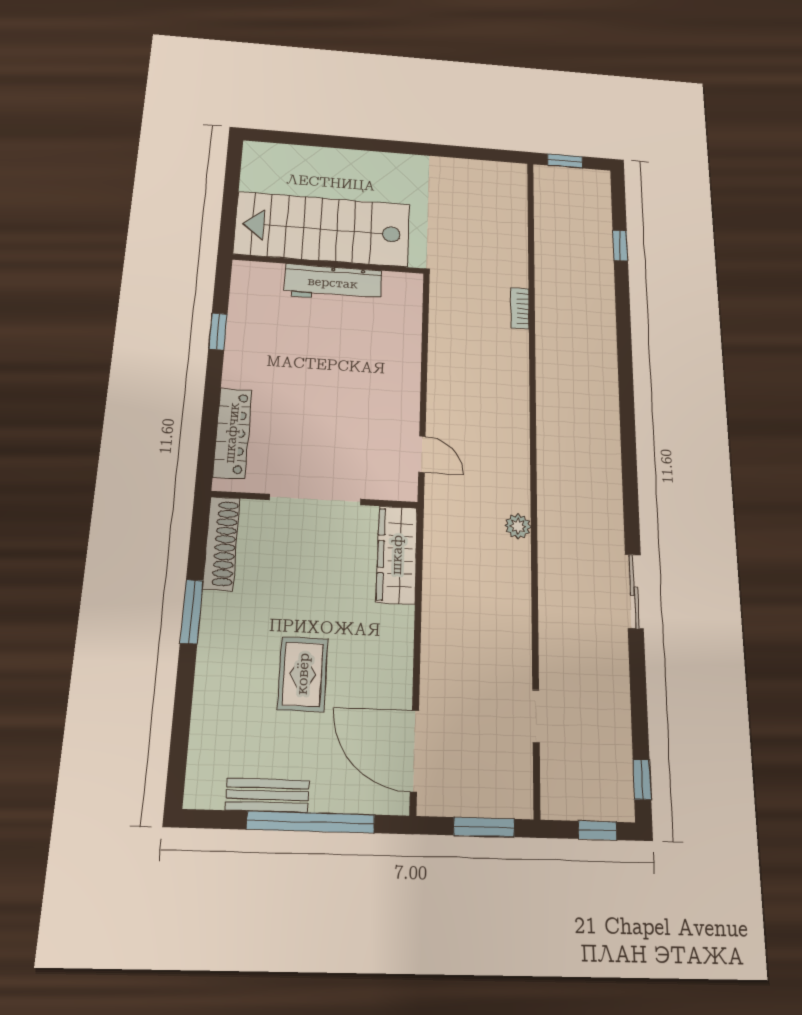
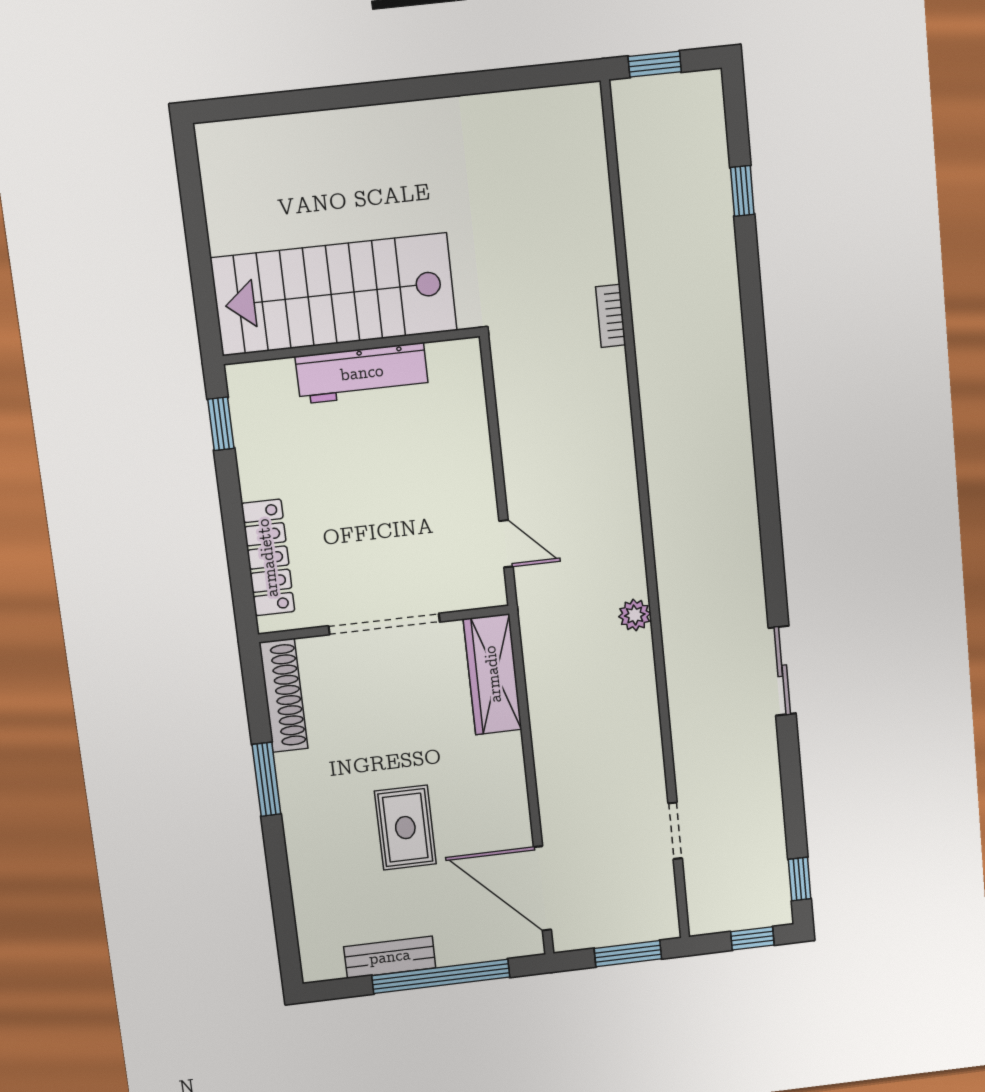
stairs: (323, 229) -> (334, 294), moved
wall: (329, 264) -> (352, 346), moved
workbench: (333, 283) -> (362, 373), moved

